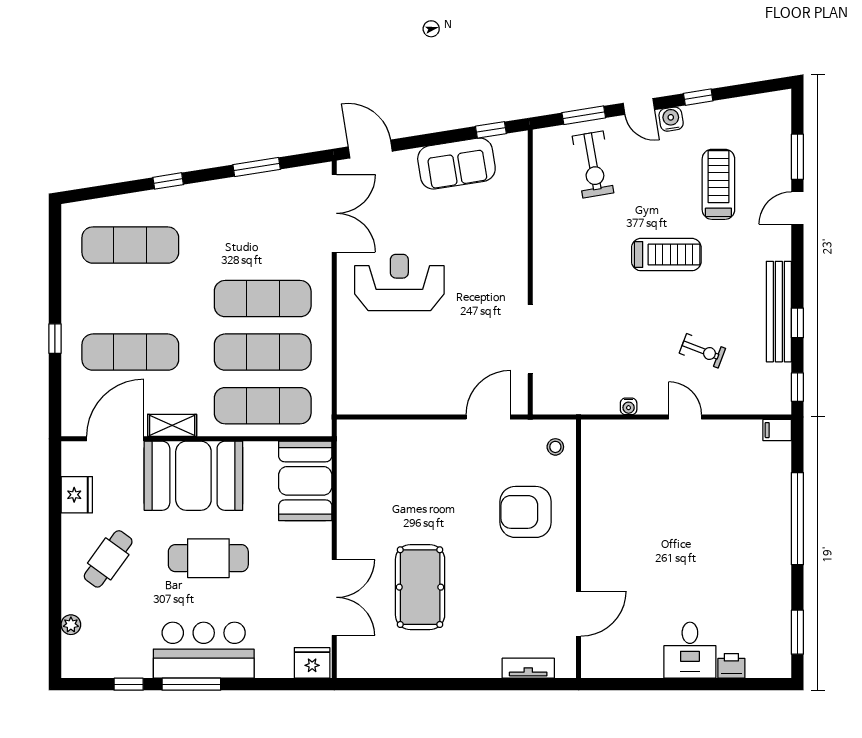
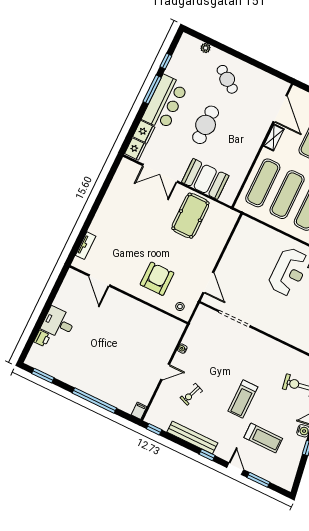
window: (797, 323) -> (207, 455), moved
booth: (193, 476) -> (246, 136), removed
booth: (305, 481) -> (205, 179), moved
fridge: (77, 495) -> (144, 132), moved, turned -90
pool table: (420, 587) -> (190, 216), moved, turned 90

